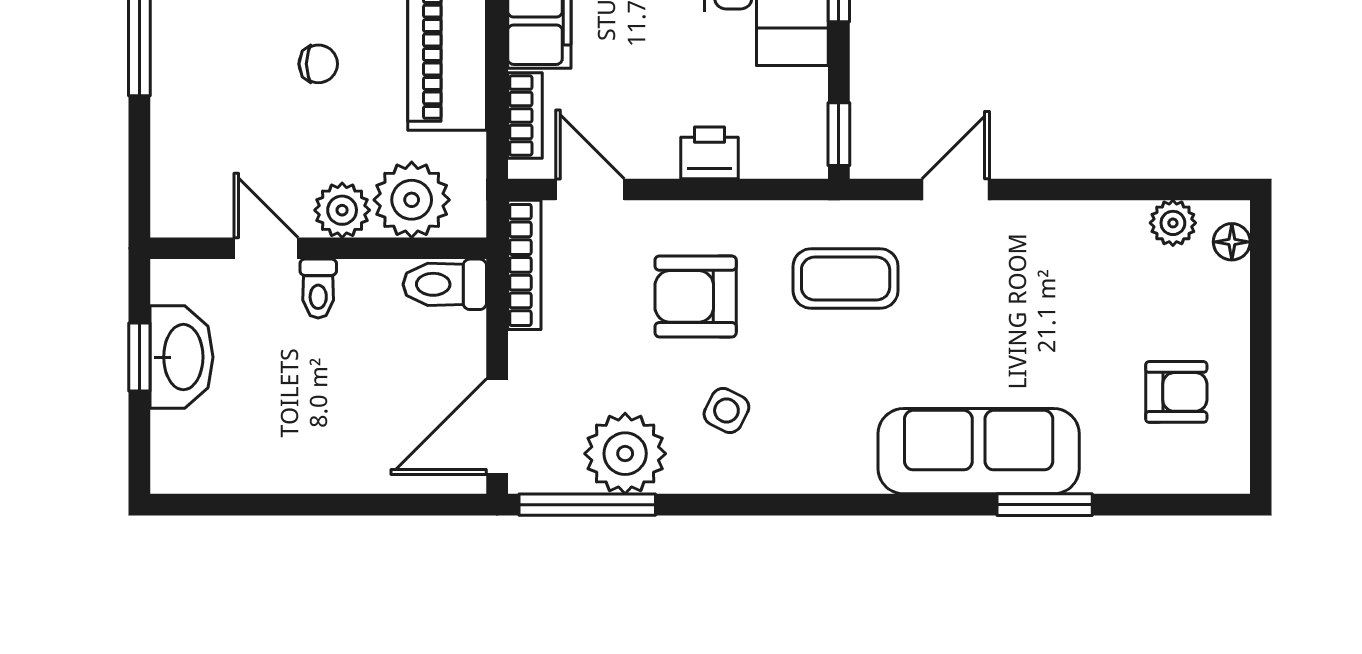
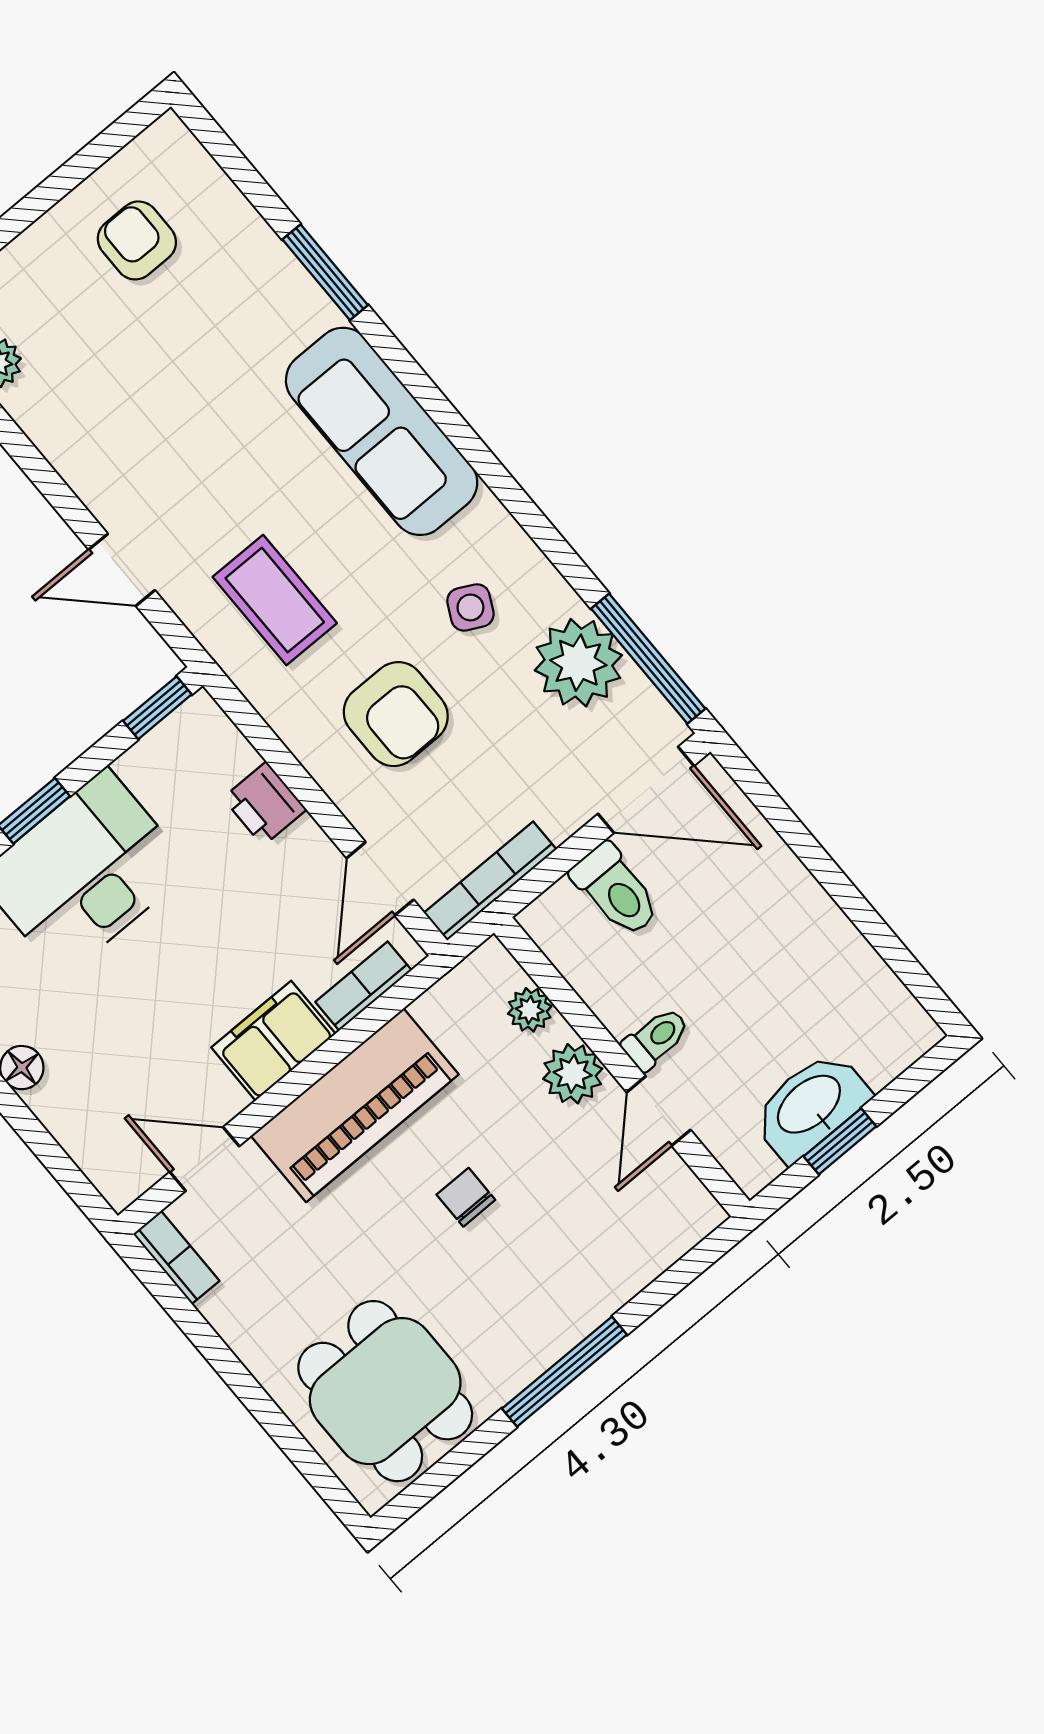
plant: (412, 200) -> (530, 1010), width x0.53, depth x0.53
toilet: (445, 284) -> (616, 890), moved
sofa: (979, 451) -> (382, 431), moved

